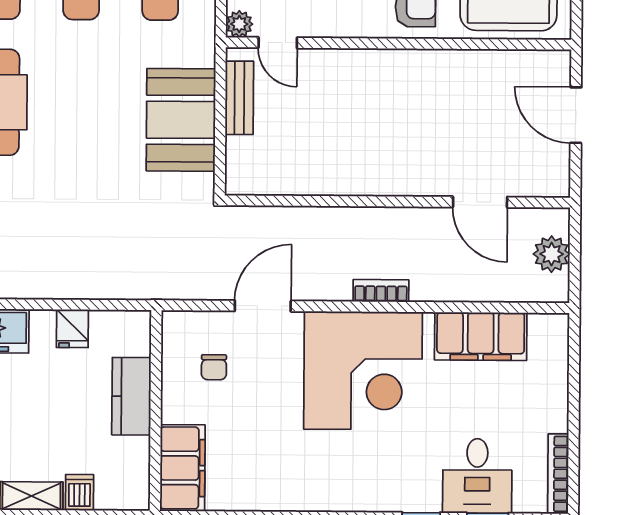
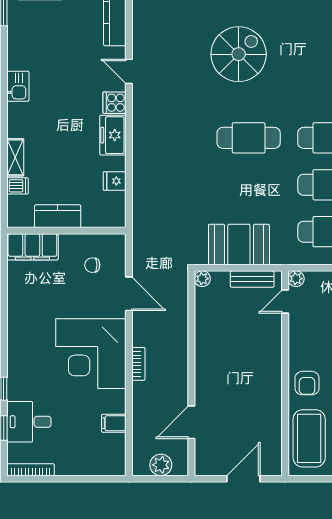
plant: (238, 182) -> (202, 279), added
filing cabinet: (481, 336) -> (114, 423), width x0.33, depth x0.86
kitchen counter: (131, 396) -> (58, 216), moved

